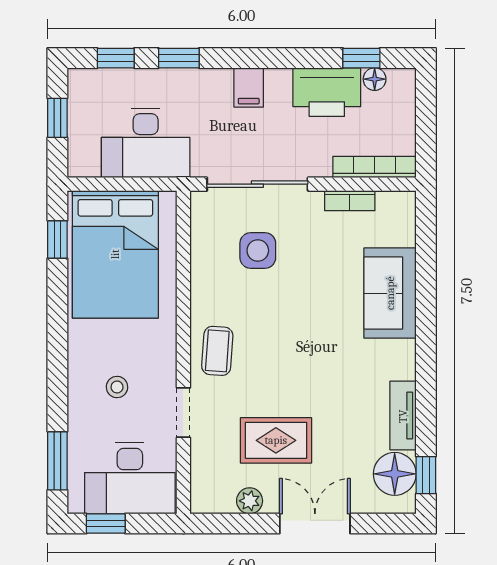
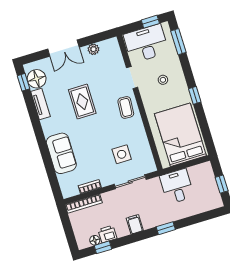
window: (116, 58) -> (205, 216), removed
window: (179, 58) -> (166, 228), moved
filing cabinet: (249, 87) -> (135, 224), moved
printer: (327, 92) -> (107, 234), width x0.53, depth x0.68
desk: (146, 143) -> (177, 186), width x0.73
sliding door: (257, 184) -> (130, 182), width x0.73
window: (57, 240) -> (195, 95), moved
rug: (276, 440) -> (82, 102), moved, turned 90

